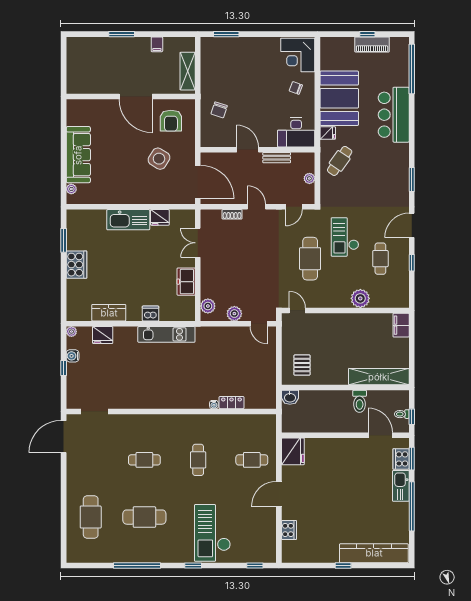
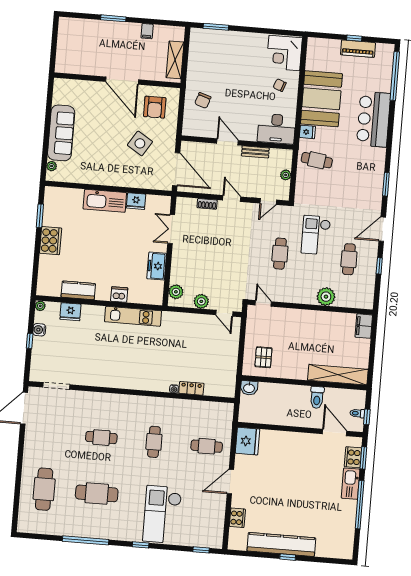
cafe table: (340, 161) -> (317, 160), turned 63
cafe table: (310, 259) -> (280, 254), width x0.73, depth x0.74
kitchen counter: (374, 553) -> (281, 544), moved

